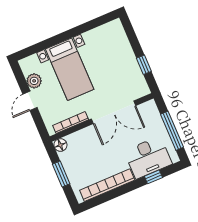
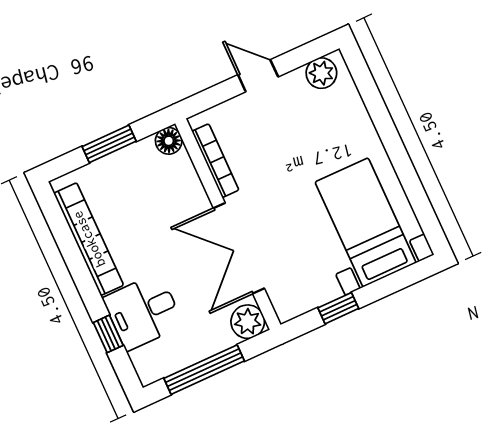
bed with nightstands: (70, 69) -> (366, 222), moved, turned 90
plant: (34, 81) -> (321, 73), moved
plant: (149, 109) -> (248, 322), added
desk: (148, 157) -> (143, 312), width x0.73

